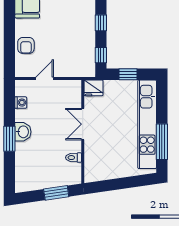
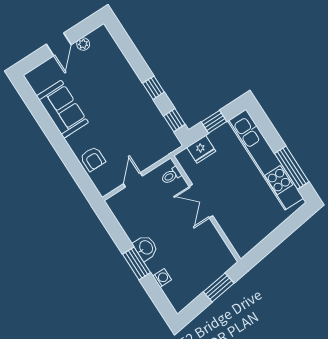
fridge: (94, 88) -> (201, 149), moved
washing machine: (21, 103) -> (162, 278), moved
toilet: (74, 158) -> (171, 176), moved

